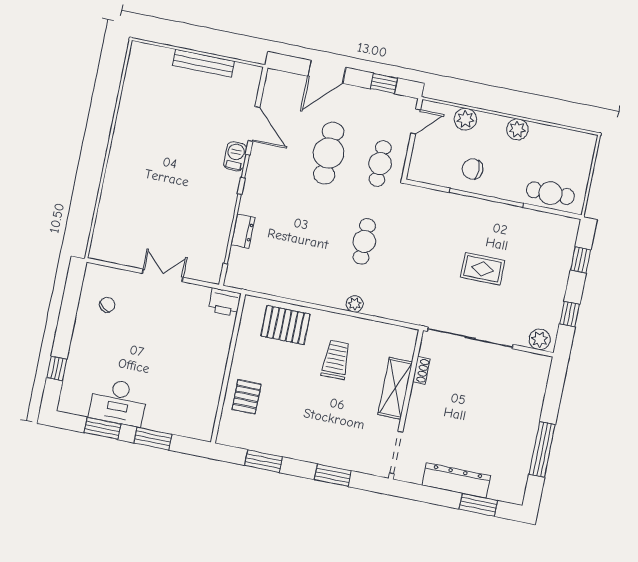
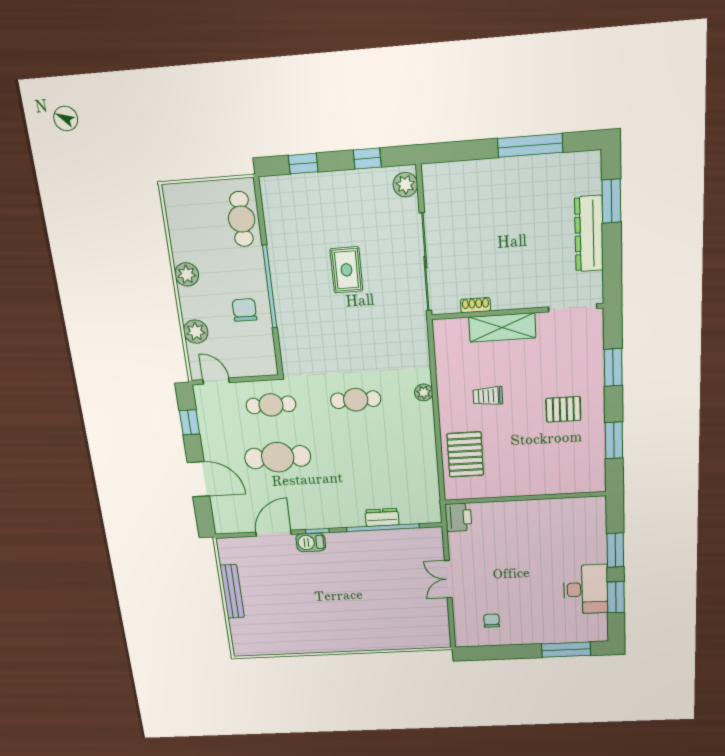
chair: (473, 169) -> (244, 310), turned 180
chair: (107, 305) -> (492, 621), turned 52
trolley: (336, 360) -> (488, 396), width x0.73, depth x0.72
window: (57, 368) -> (566, 650), width x2.17
pallet: (247, 397) -> (563, 409), moved

